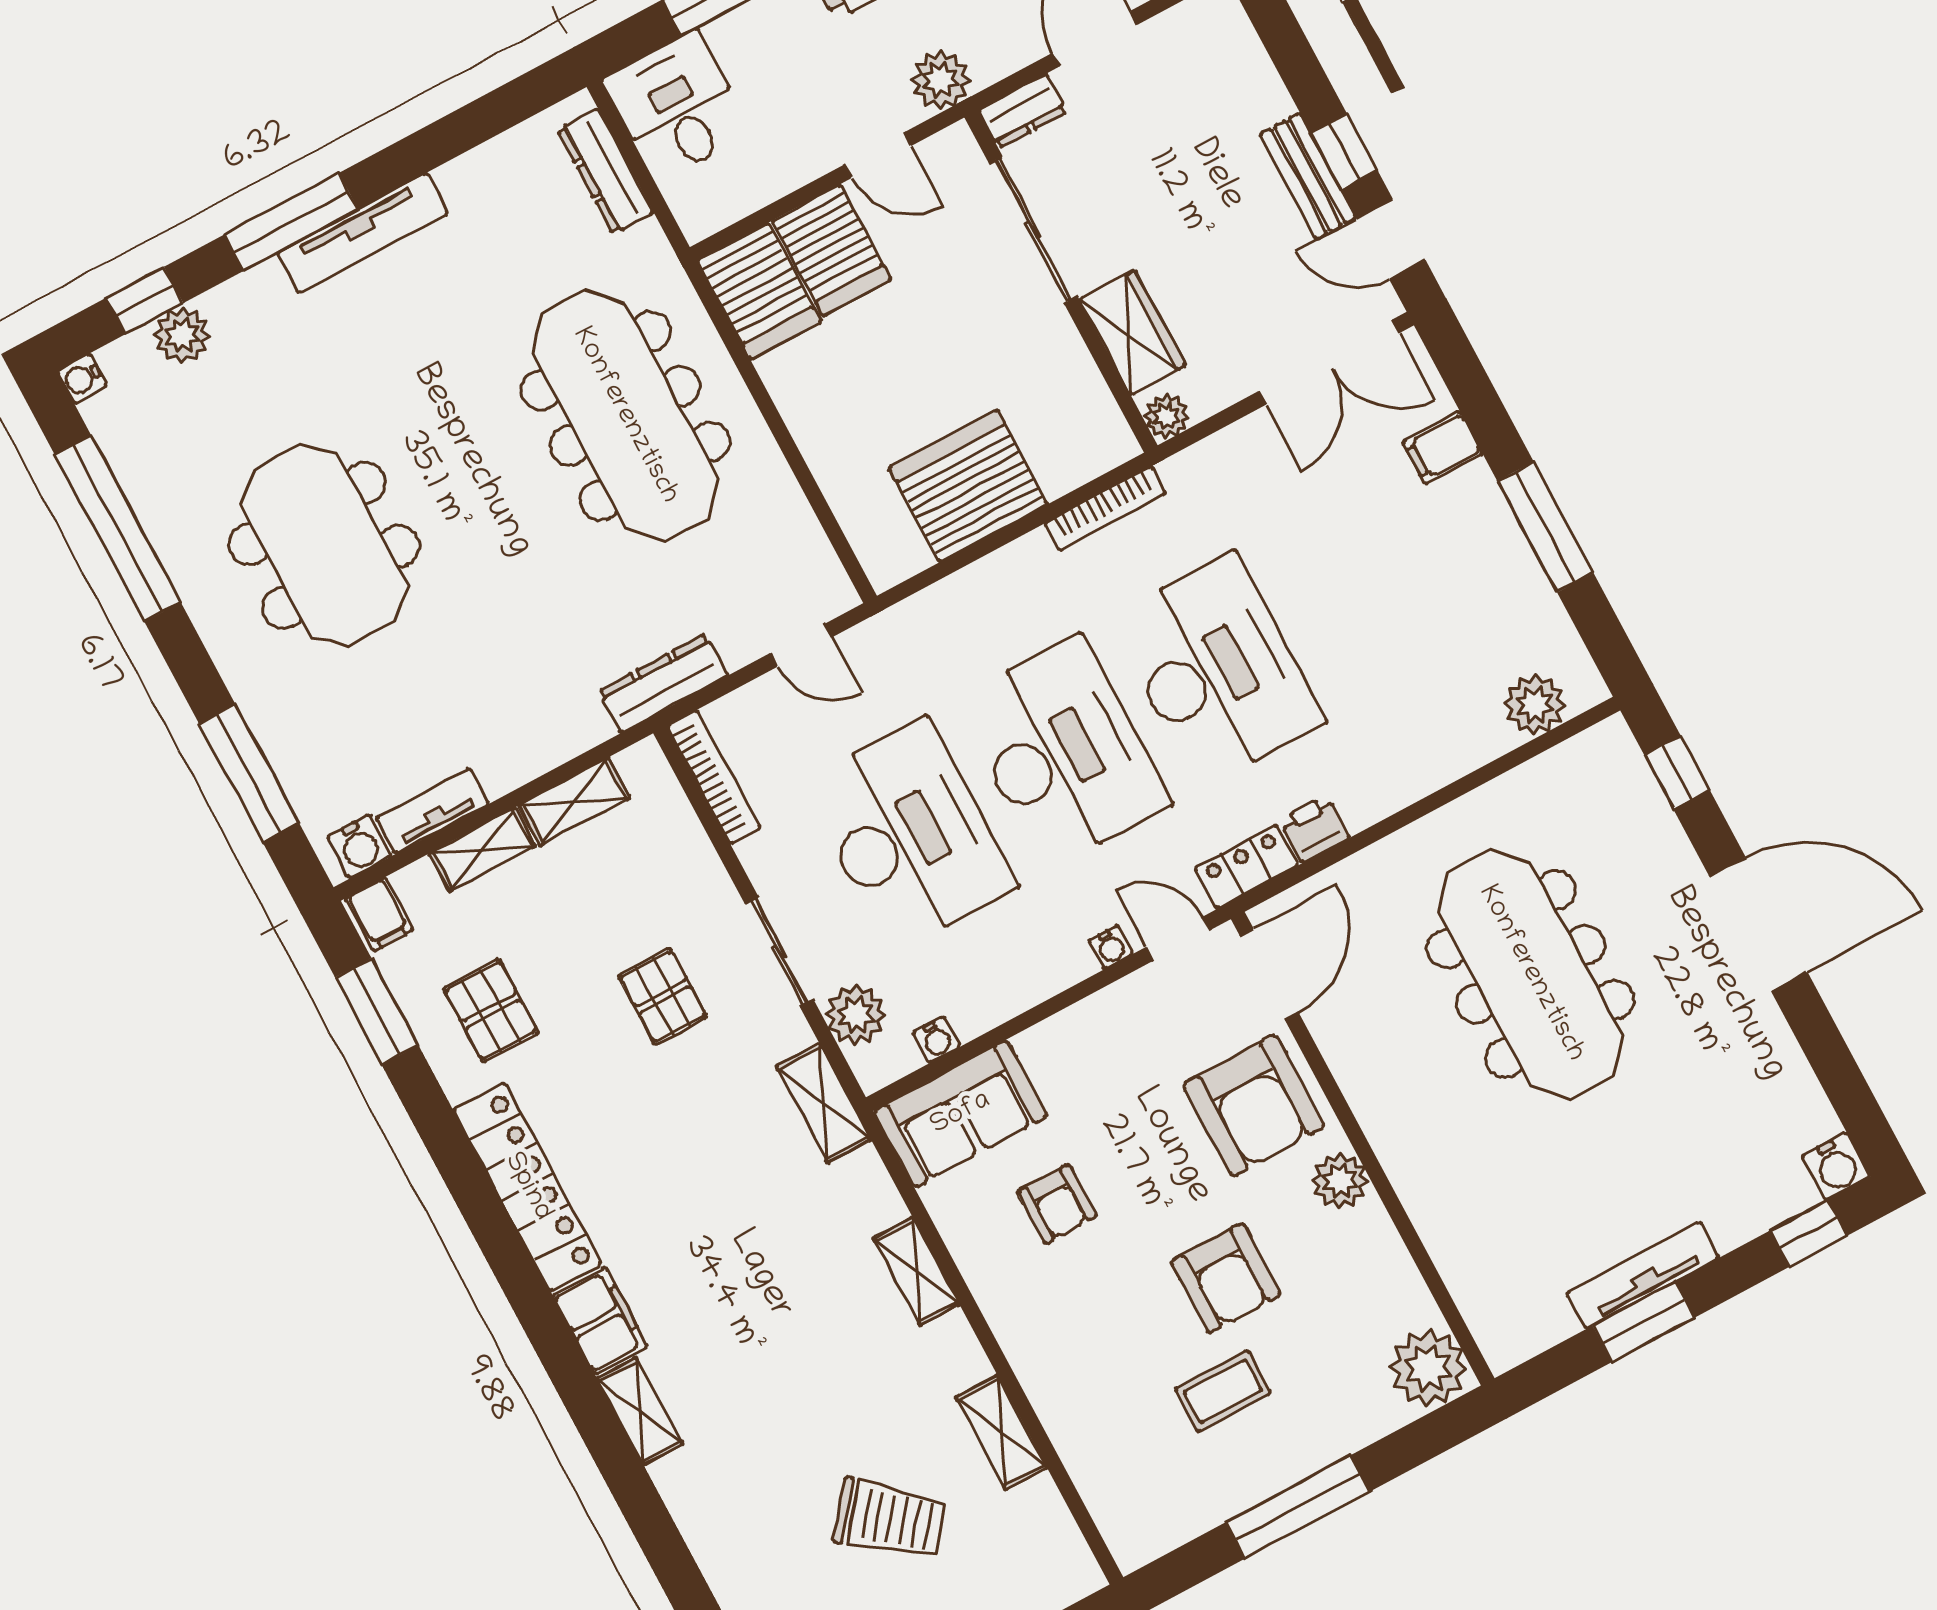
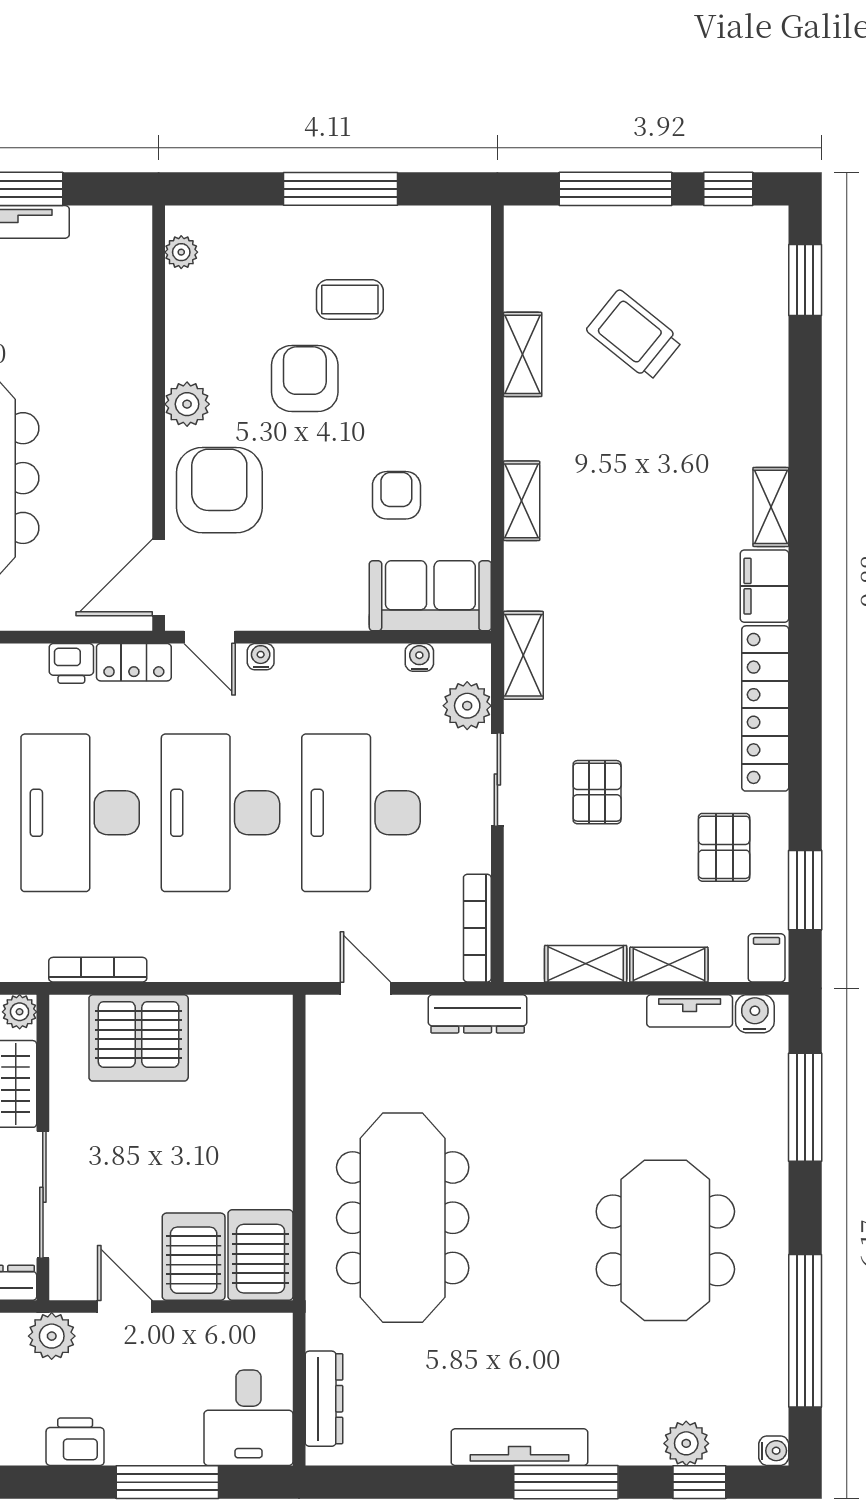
server rack: (968, 486) -> (139, 1038), moved
plant: (1428, 1368) -> (181, 252), width x0.53, depth x0.53

